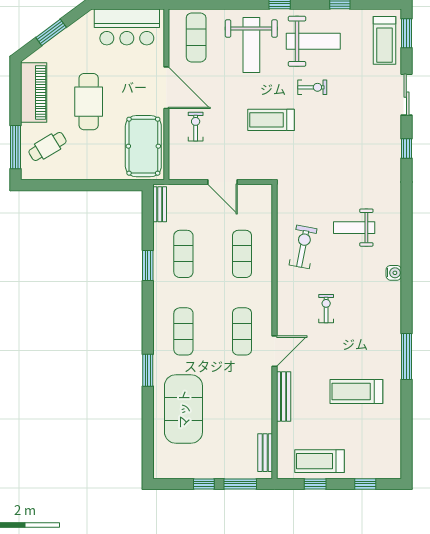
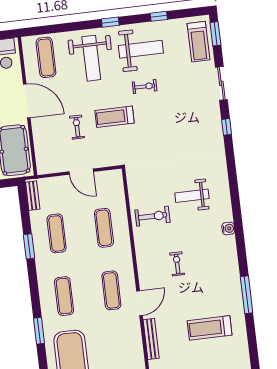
exercise bike: (196, 127) -> (77, 127), moved
exercise bike: (303, 247) -> (152, 216), turned 79

